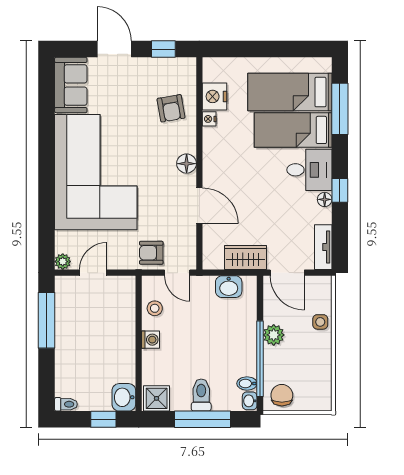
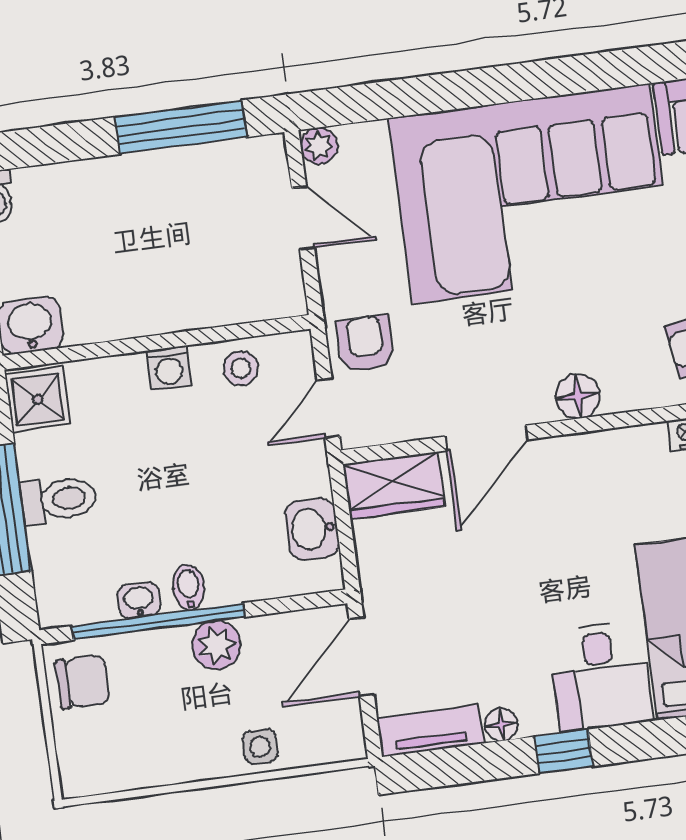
floor lamp: (325, 199) -> (502, 724), moved
wardrobe: (245, 257) -> (394, 485), moved, turned 90
bidet: (247, 383) -> (189, 587), moved
washbasin: (250, 401) -> (139, 600), moved

